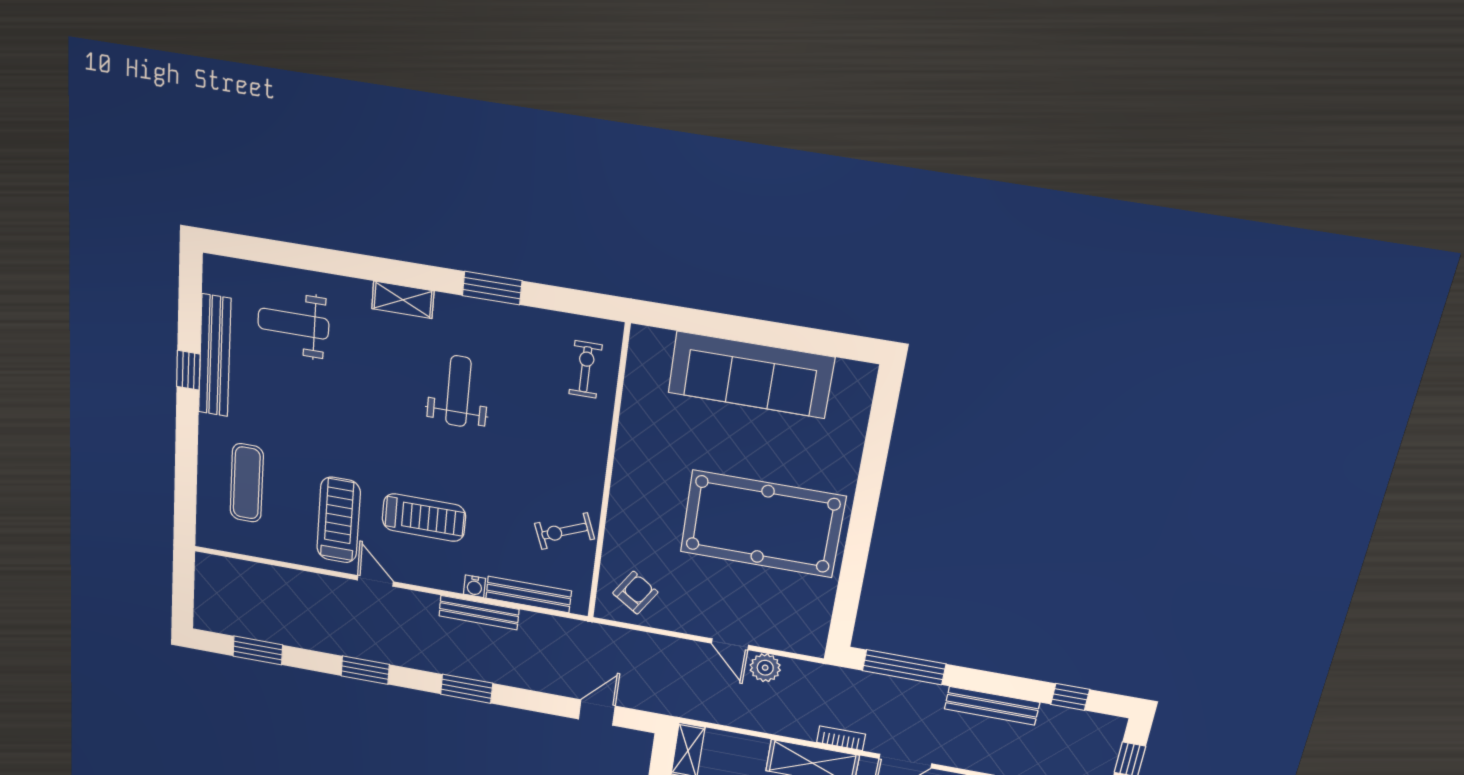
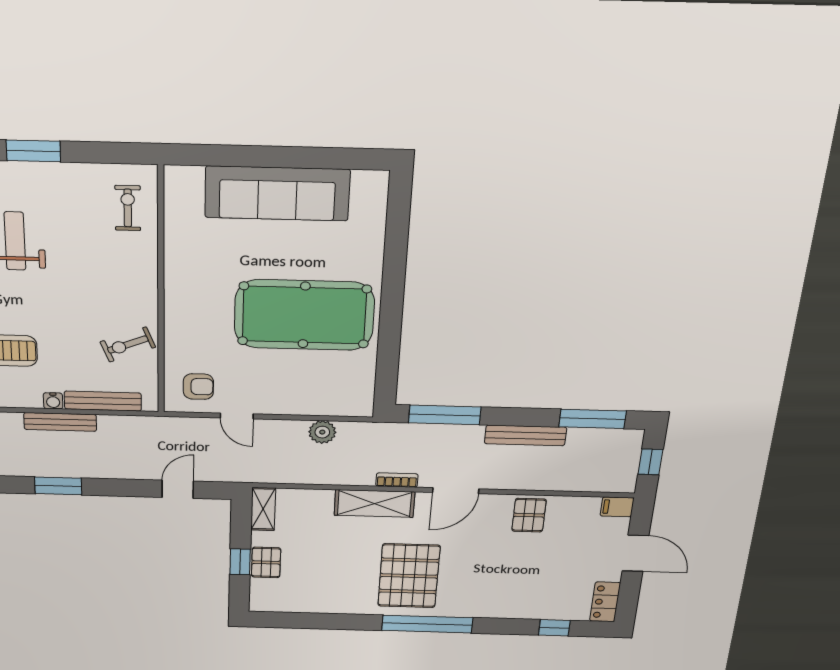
armchair: (635, 593) -> (198, 387), turned 57
door: (730, 644) -> (237, 416), moved
window: (1070, 697) -> (593, 419), width x2.17

